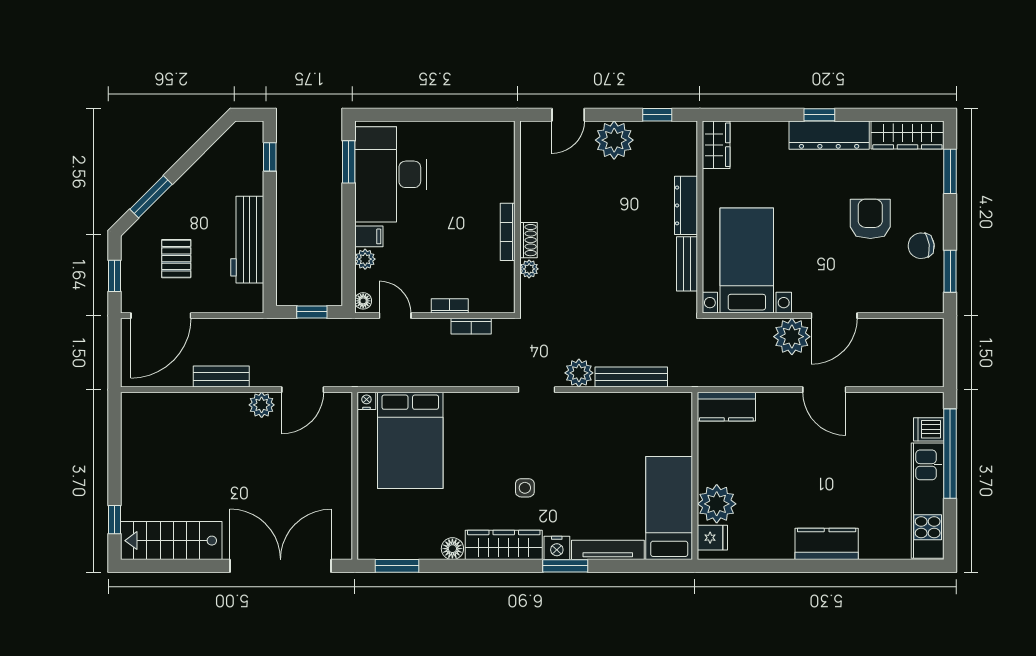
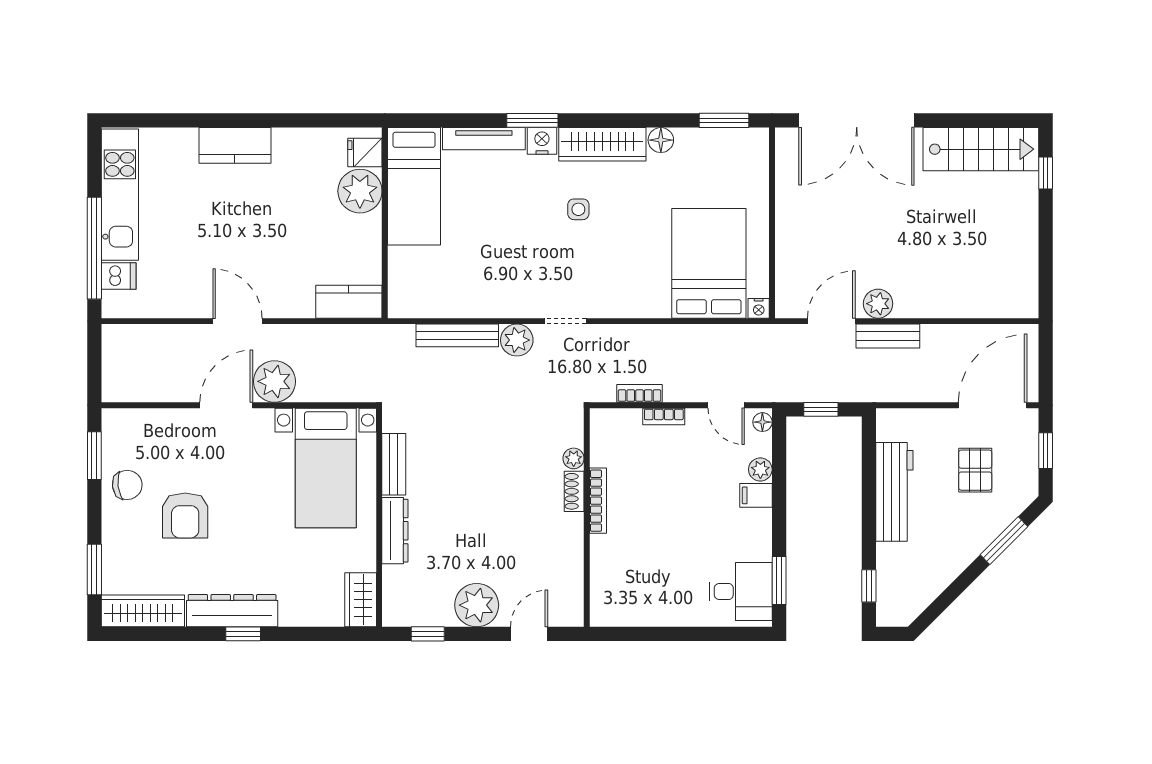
desk: (391, 174) -> (741, 591), width x0.53, depth x0.77
bench: (221, 377) -> (888, 336), moved

